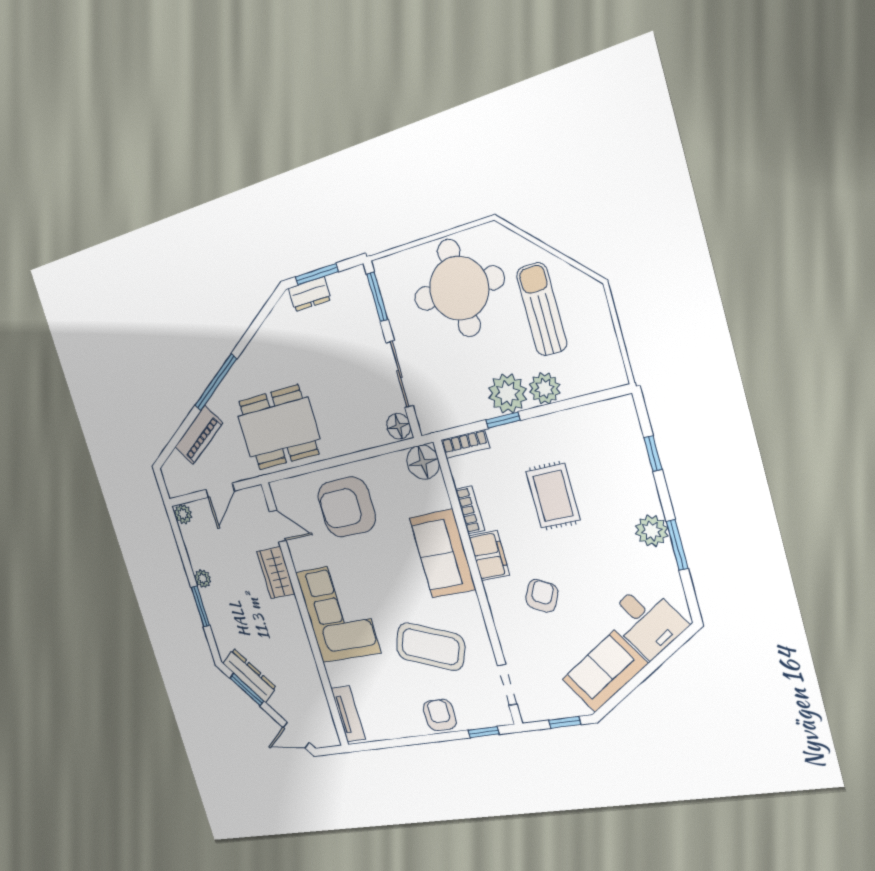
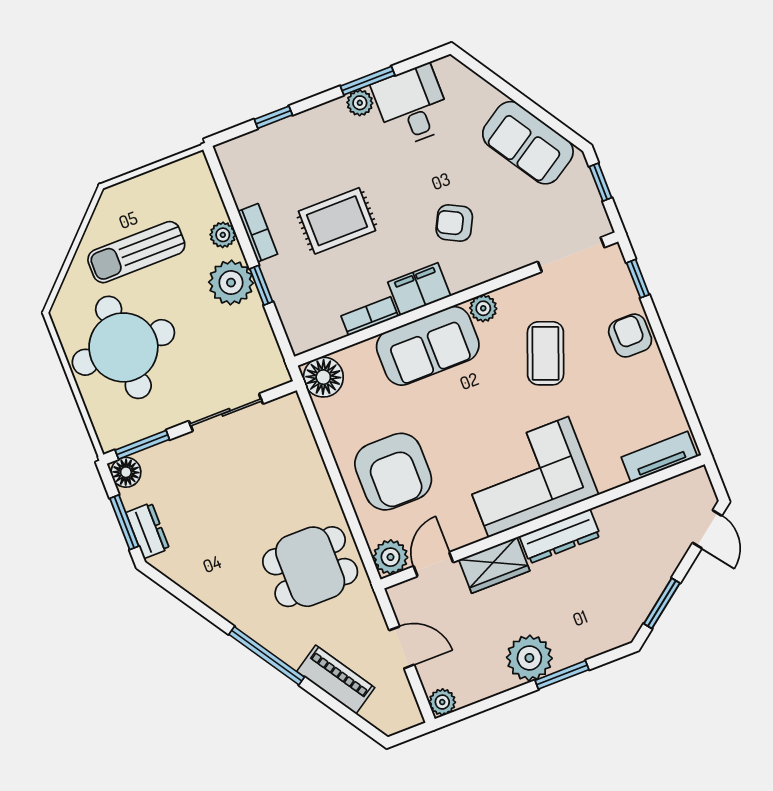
plant: (545, 388) -> (223, 235), width x0.73, depth x0.73
floor lamp: (398, 426) -> (126, 472), moved
dining table: (279, 428) -> (310, 567), width x0.73
bookcase: (465, 444) -> (258, 233), moved
plant: (284, 493) -> (390, 557), added
plant: (652, 531) -> (360, 103), width x0.73, depth x0.73
plant: (203, 579) -> (529, 658), width x1.88, depth x1.88
plant: (469, 605) -> (483, 308), added
desk: (647, 621) -> (412, 106), moved, turned -57
coffee table: (430, 647) -> (546, 353), width x0.73, depth x0.76
dresser: (249, 675) -> (560, 536), moved, turned -143
doorway: (507, 685) -> (571, 255), width x1.38
armchair: (440, 715) -> (630, 336), turned 90

